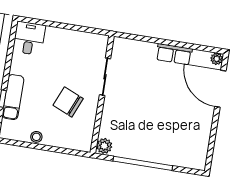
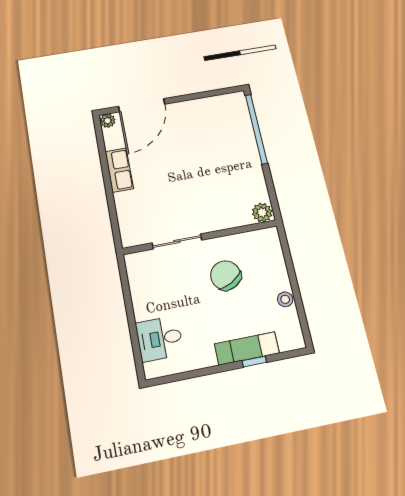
desk: (29, 38) -> (160, 339), moved
chair: (68, 102) -> (226, 275), turned 128
window: (143, 163) -> (256, 129), moved

